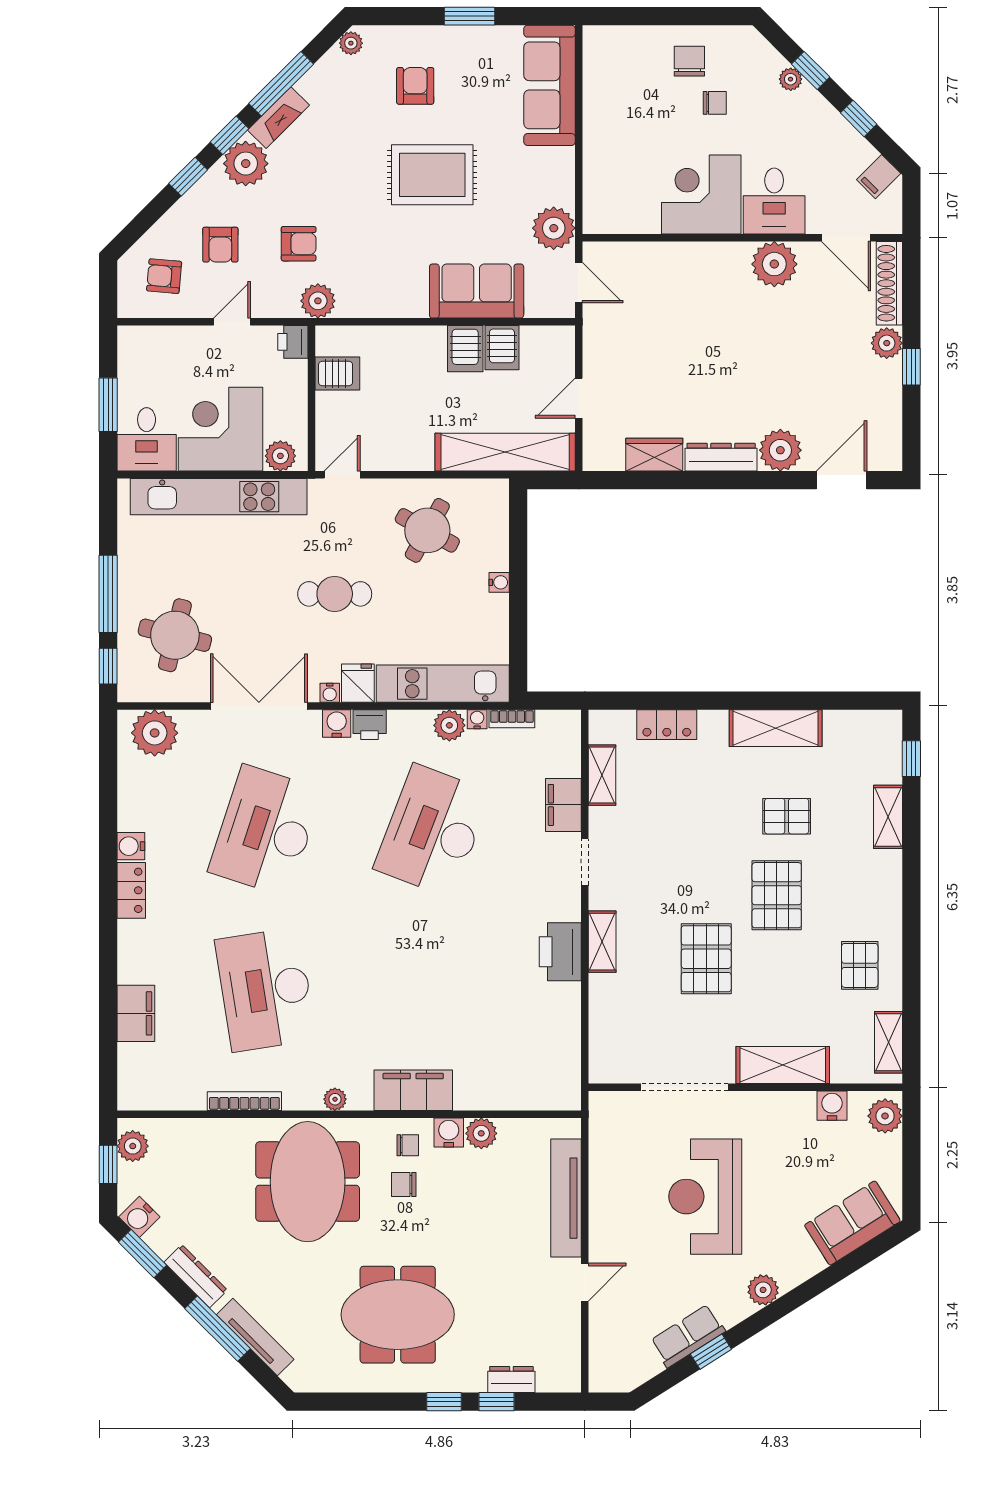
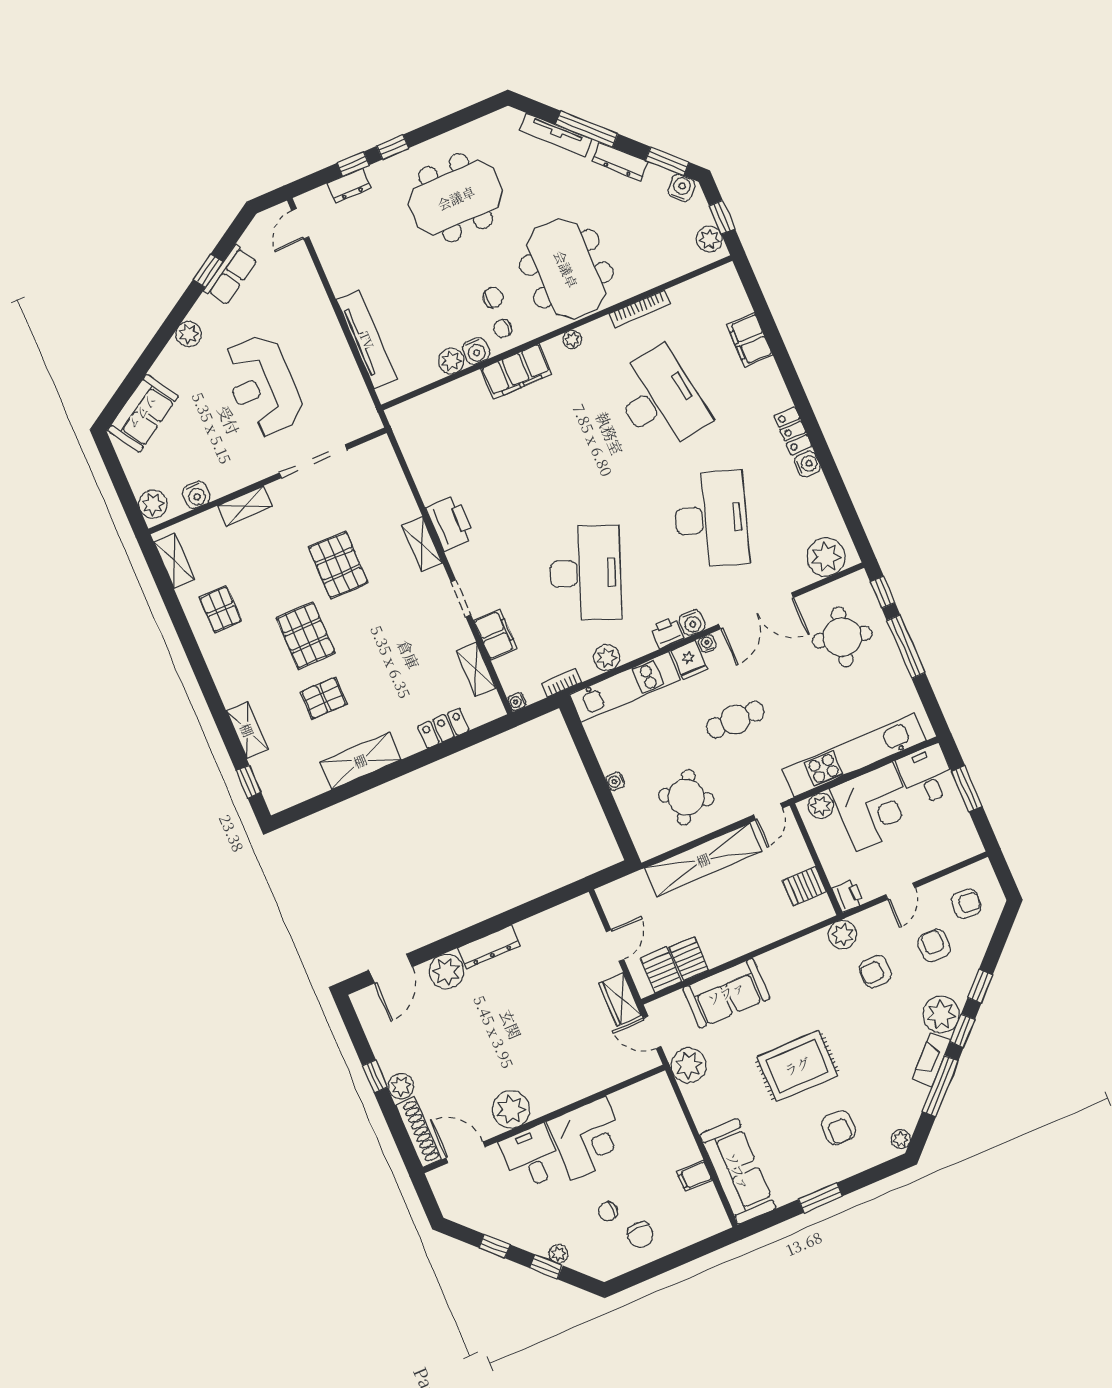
filing cabinet: (879, 177) -> (694, 1176), moved, turned -135
server rack: (465, 349) -> (661, 970), moved
shelving: (505, 452) -> (703, 860), moved
wardrobe: (654, 455) -> (620, 999), moved, turned 90
water cooler: (477, 719) -> (517, 702), moved, turned 90
shelving: (783, 1065) -> (245, 506), width x0.67, depth x0.75
reception desk: (705, 1197) -> (262, 386), turned 180
door: (585, 1282) -> (300, 224), moved

